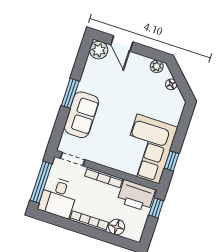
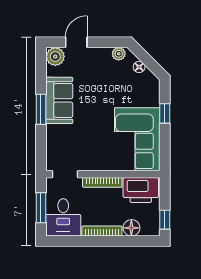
door: (122, 43) -> (76, 42), swing flipped
sofa: (81, 115) -> (59, 100), moved
window: (172, 161) -> (165, 113), moved
window: (41, 182) -> (41, 208), width x0.69
window: (156, 208) -> (165, 220), moved

